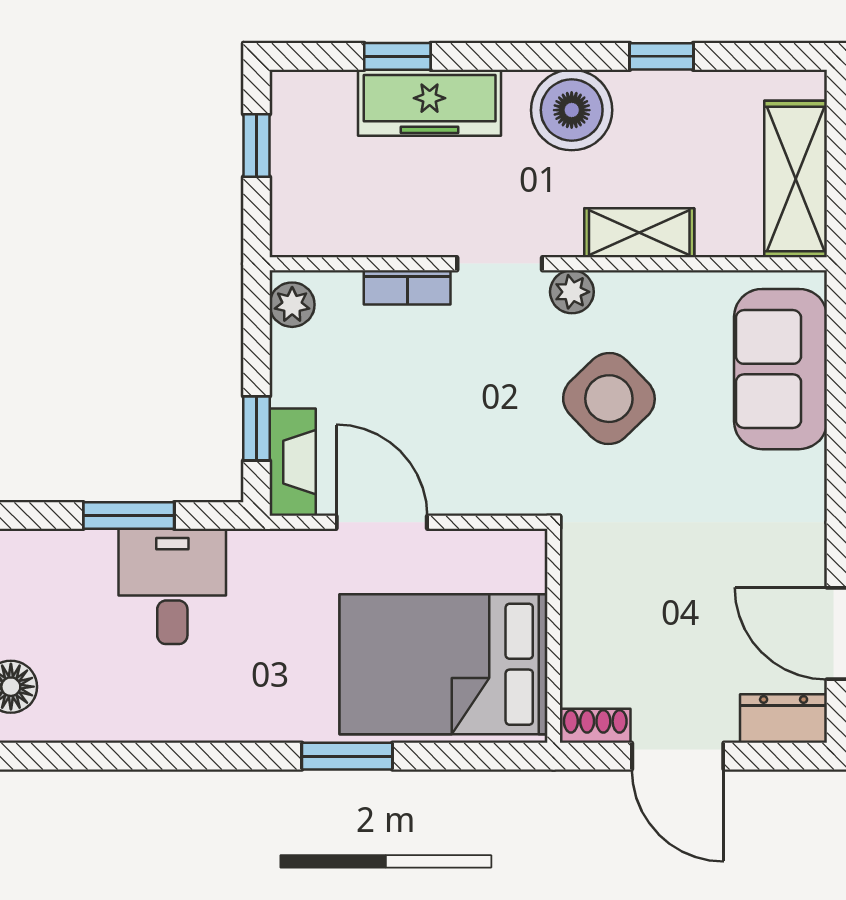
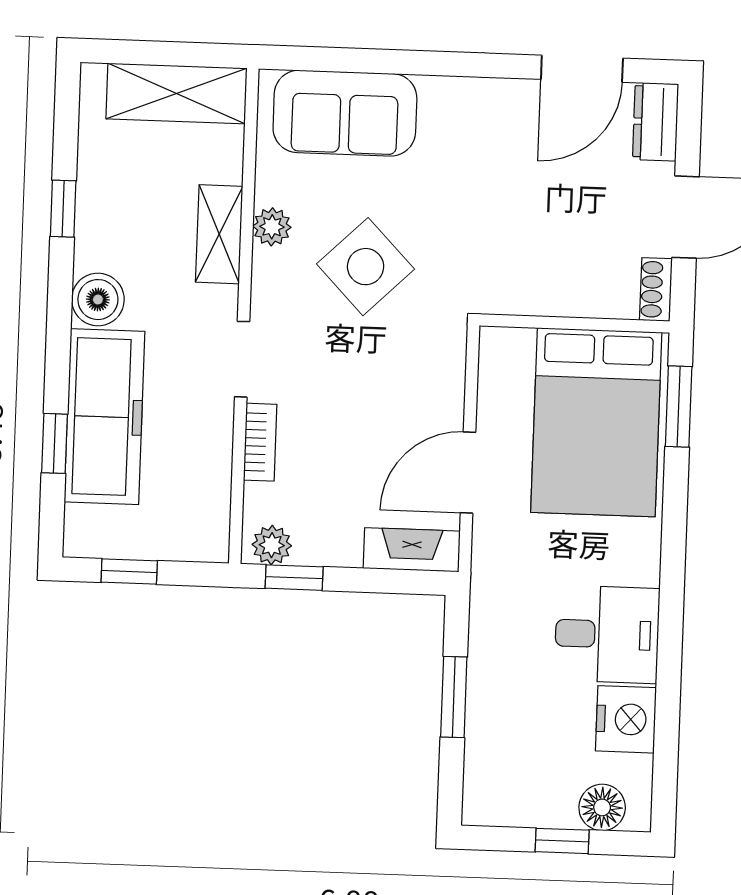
freezer: (430, 103) -> (104, 417), width x1.36, depth x1.26
boiler: (572, 110) -> (98, 300), width x0.73, depth x0.73
plant: (572, 292) -> (272, 227), moved
window: (256, 428) -> (294, 578), moved
desk: (172, 586) -> (607, 634), moved, turned 180
nightstand: (111, 710) -> (626, 719), added
window: (347, 756) -> (679, 406), moved

